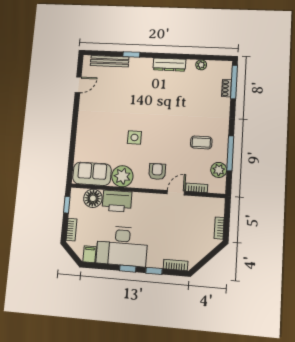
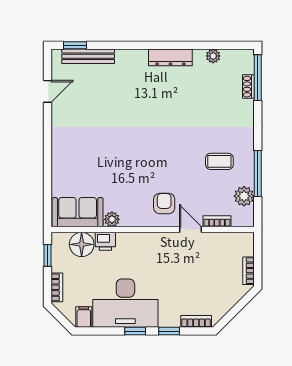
window: (131, 54) -> (75, 45), moved
side table: (134, 137) -> (131, 160), removed
plant: (122, 176) -> (112, 219), width x0.53, depth x0.53
door: (176, 193) -> (190, 230), hinge flipped
printer: (117, 201) -> (105, 241), width x0.53, depth x0.68

